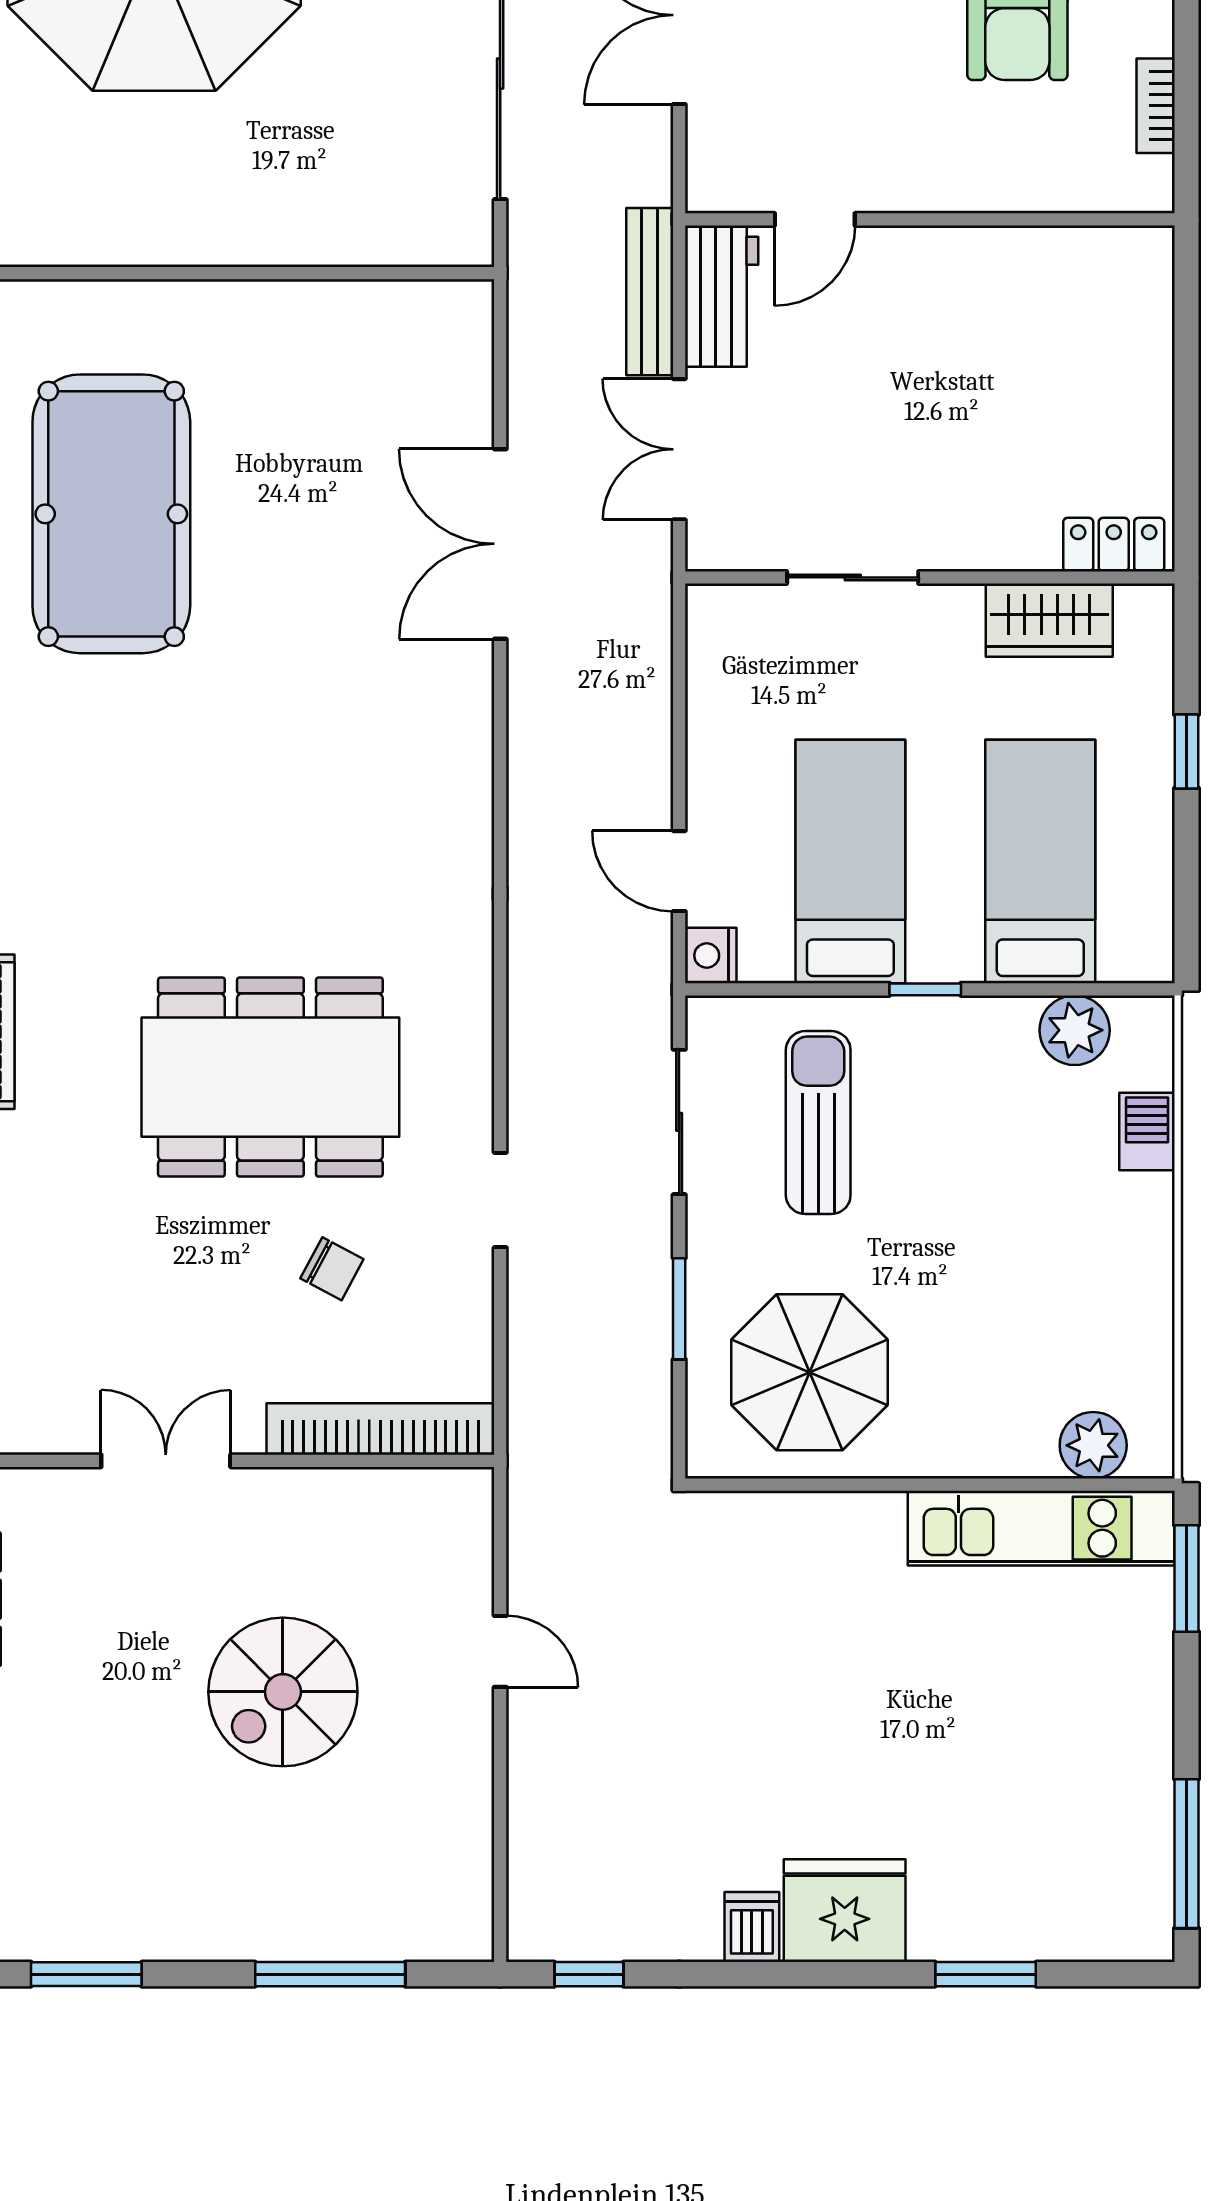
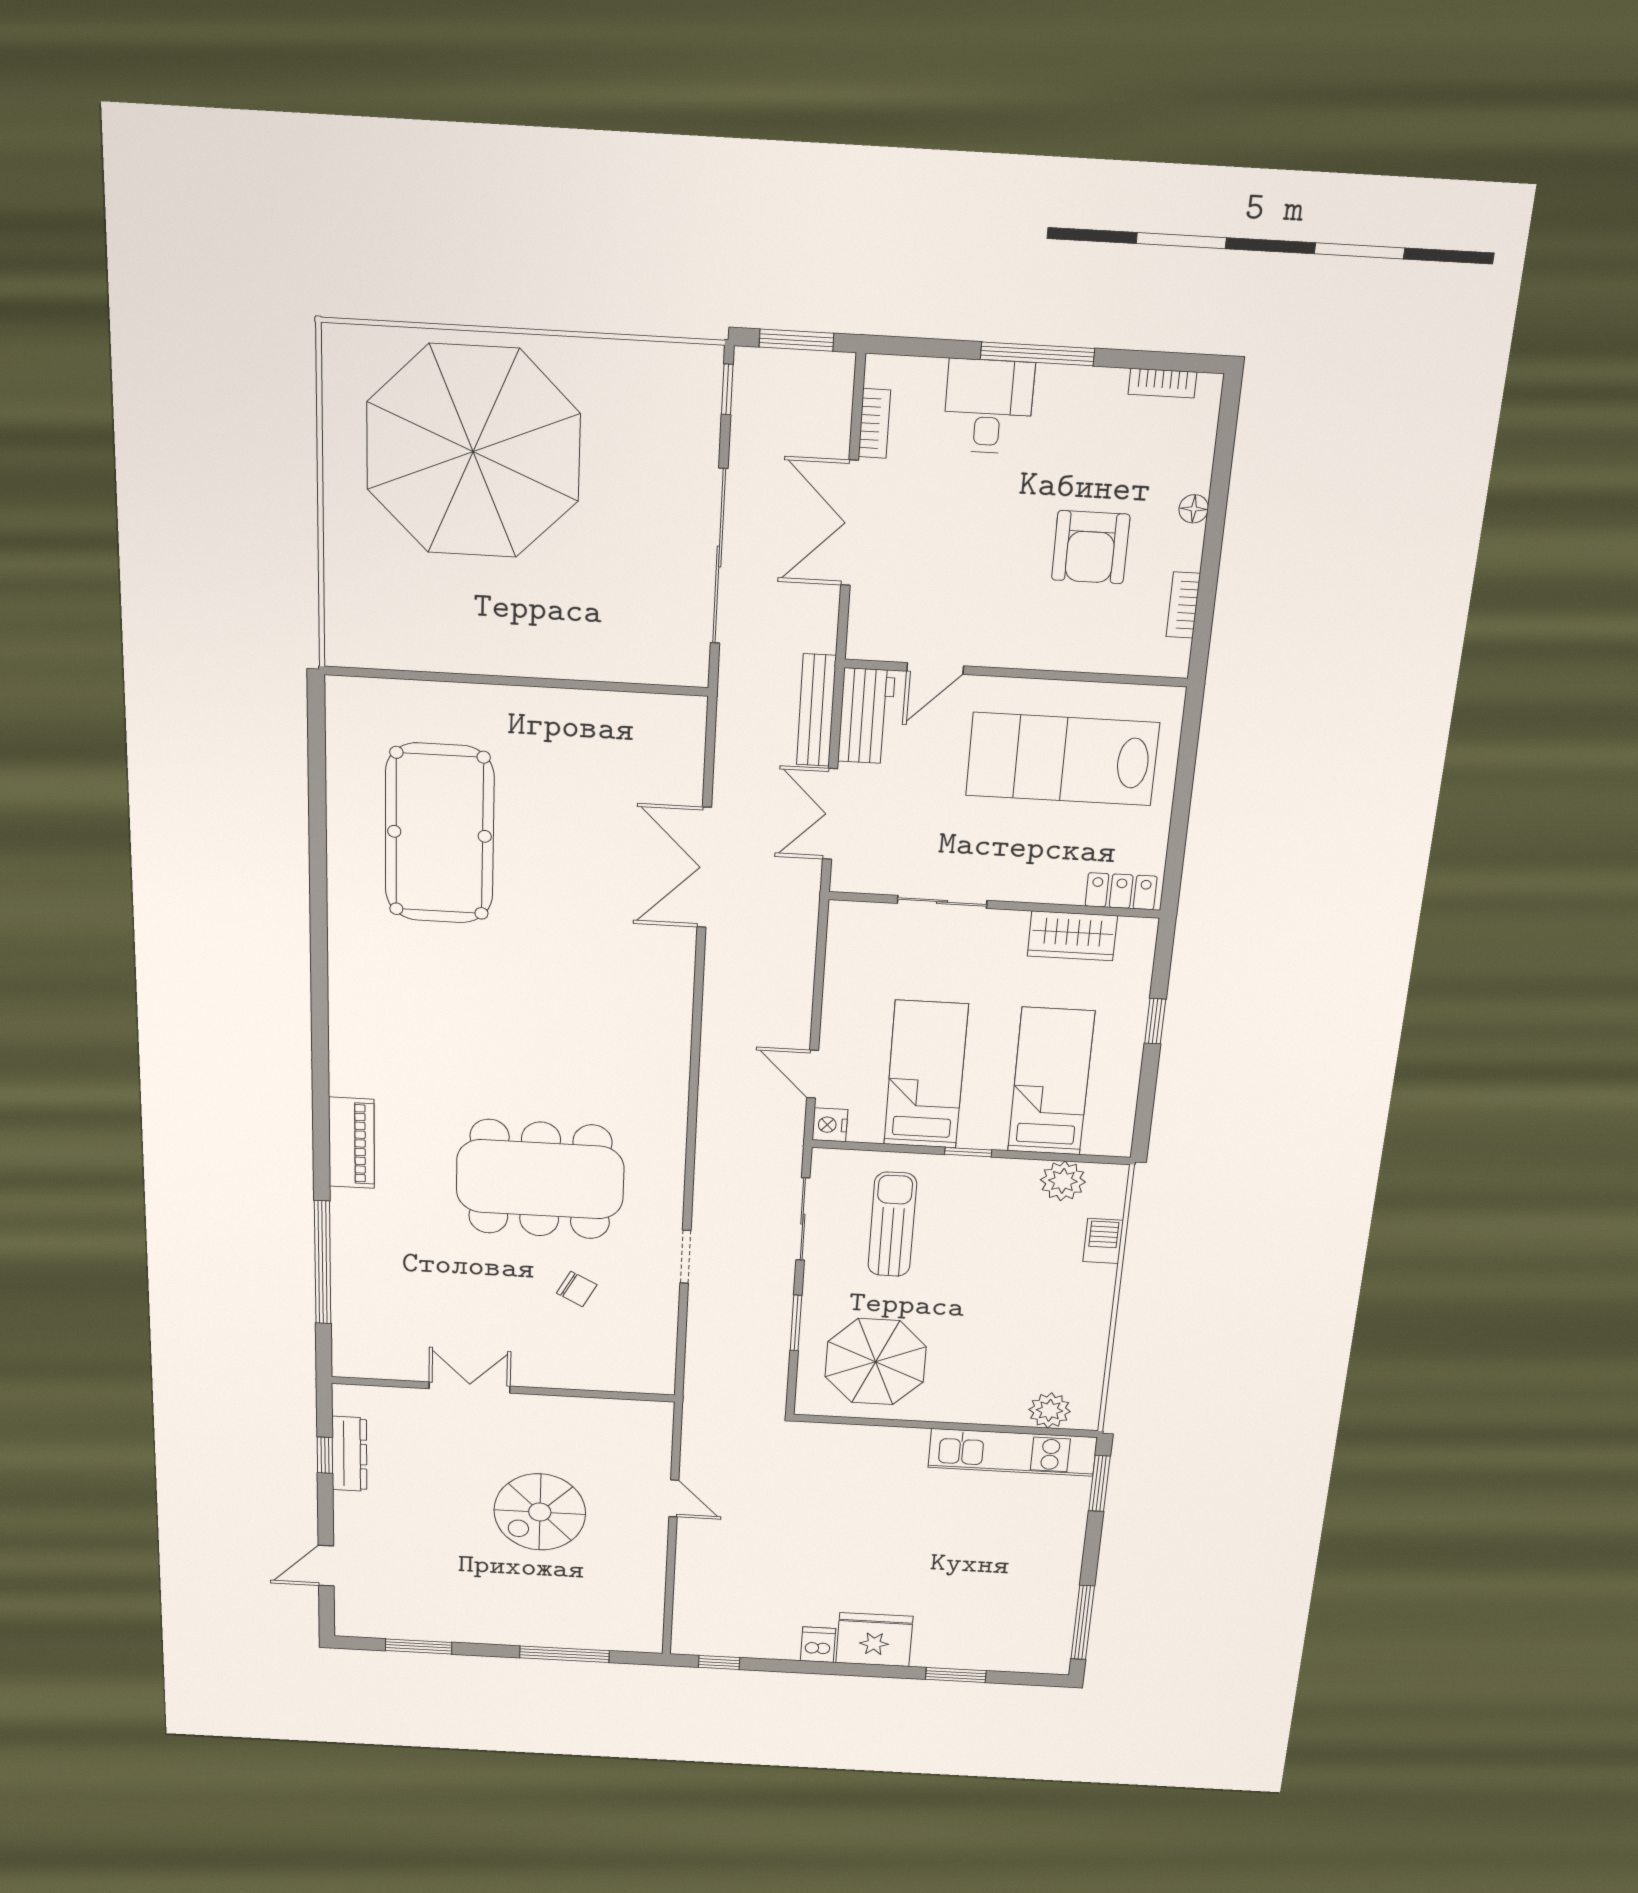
lab bench: (1008, 345) -> (1062, 759), added
bookcase: (380, 1429) -> (604, 1378), removed

